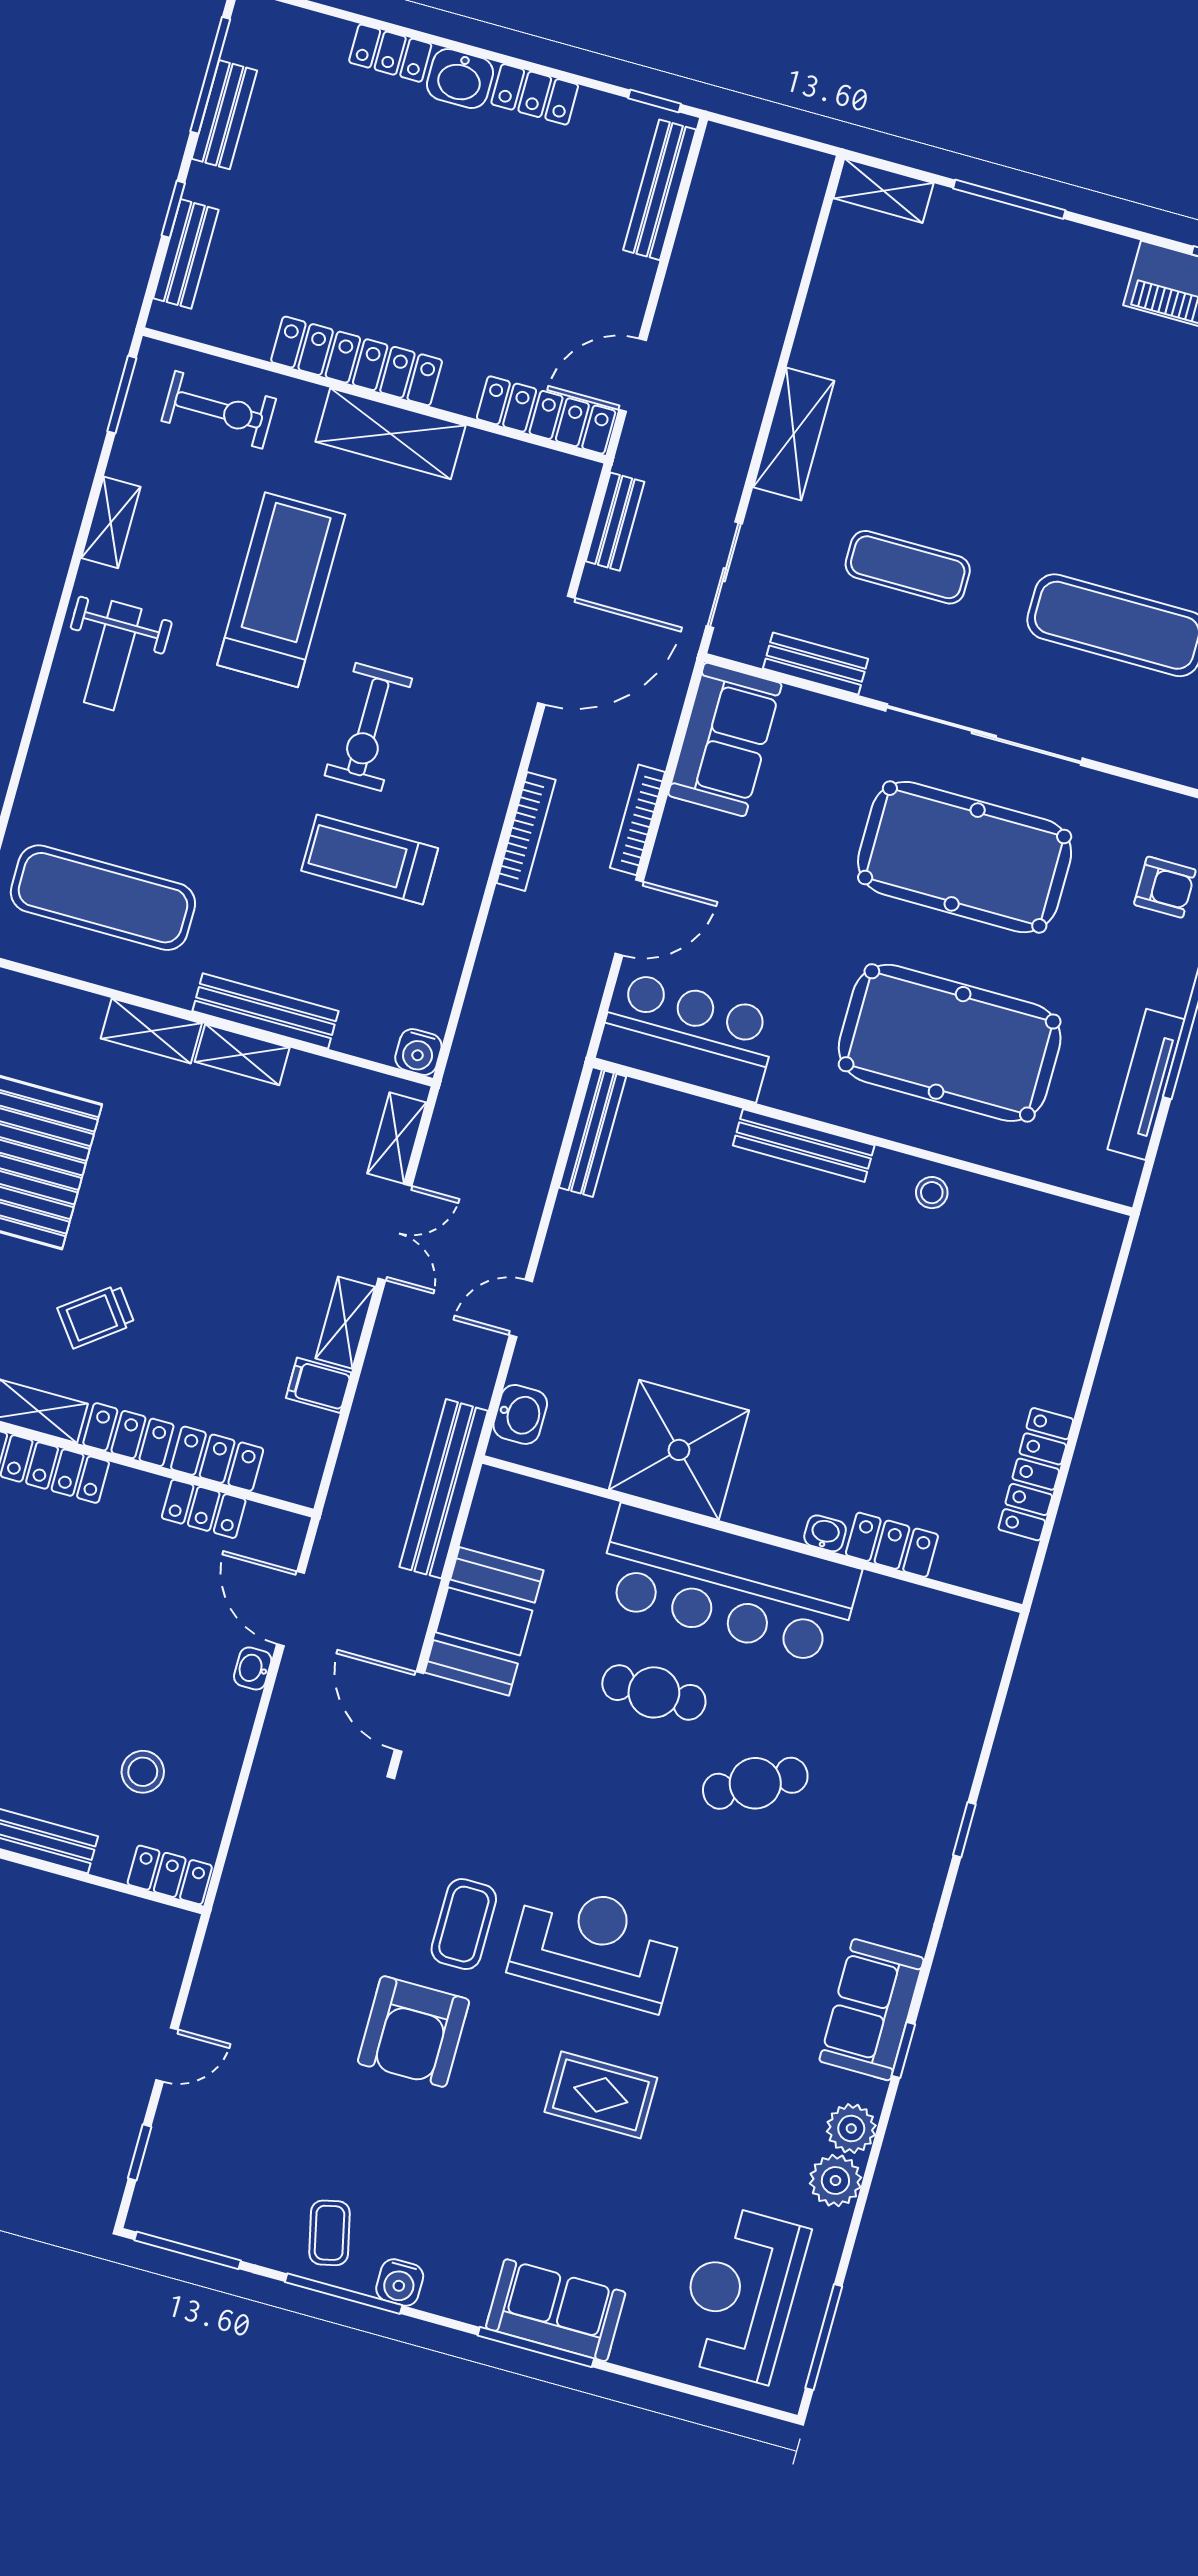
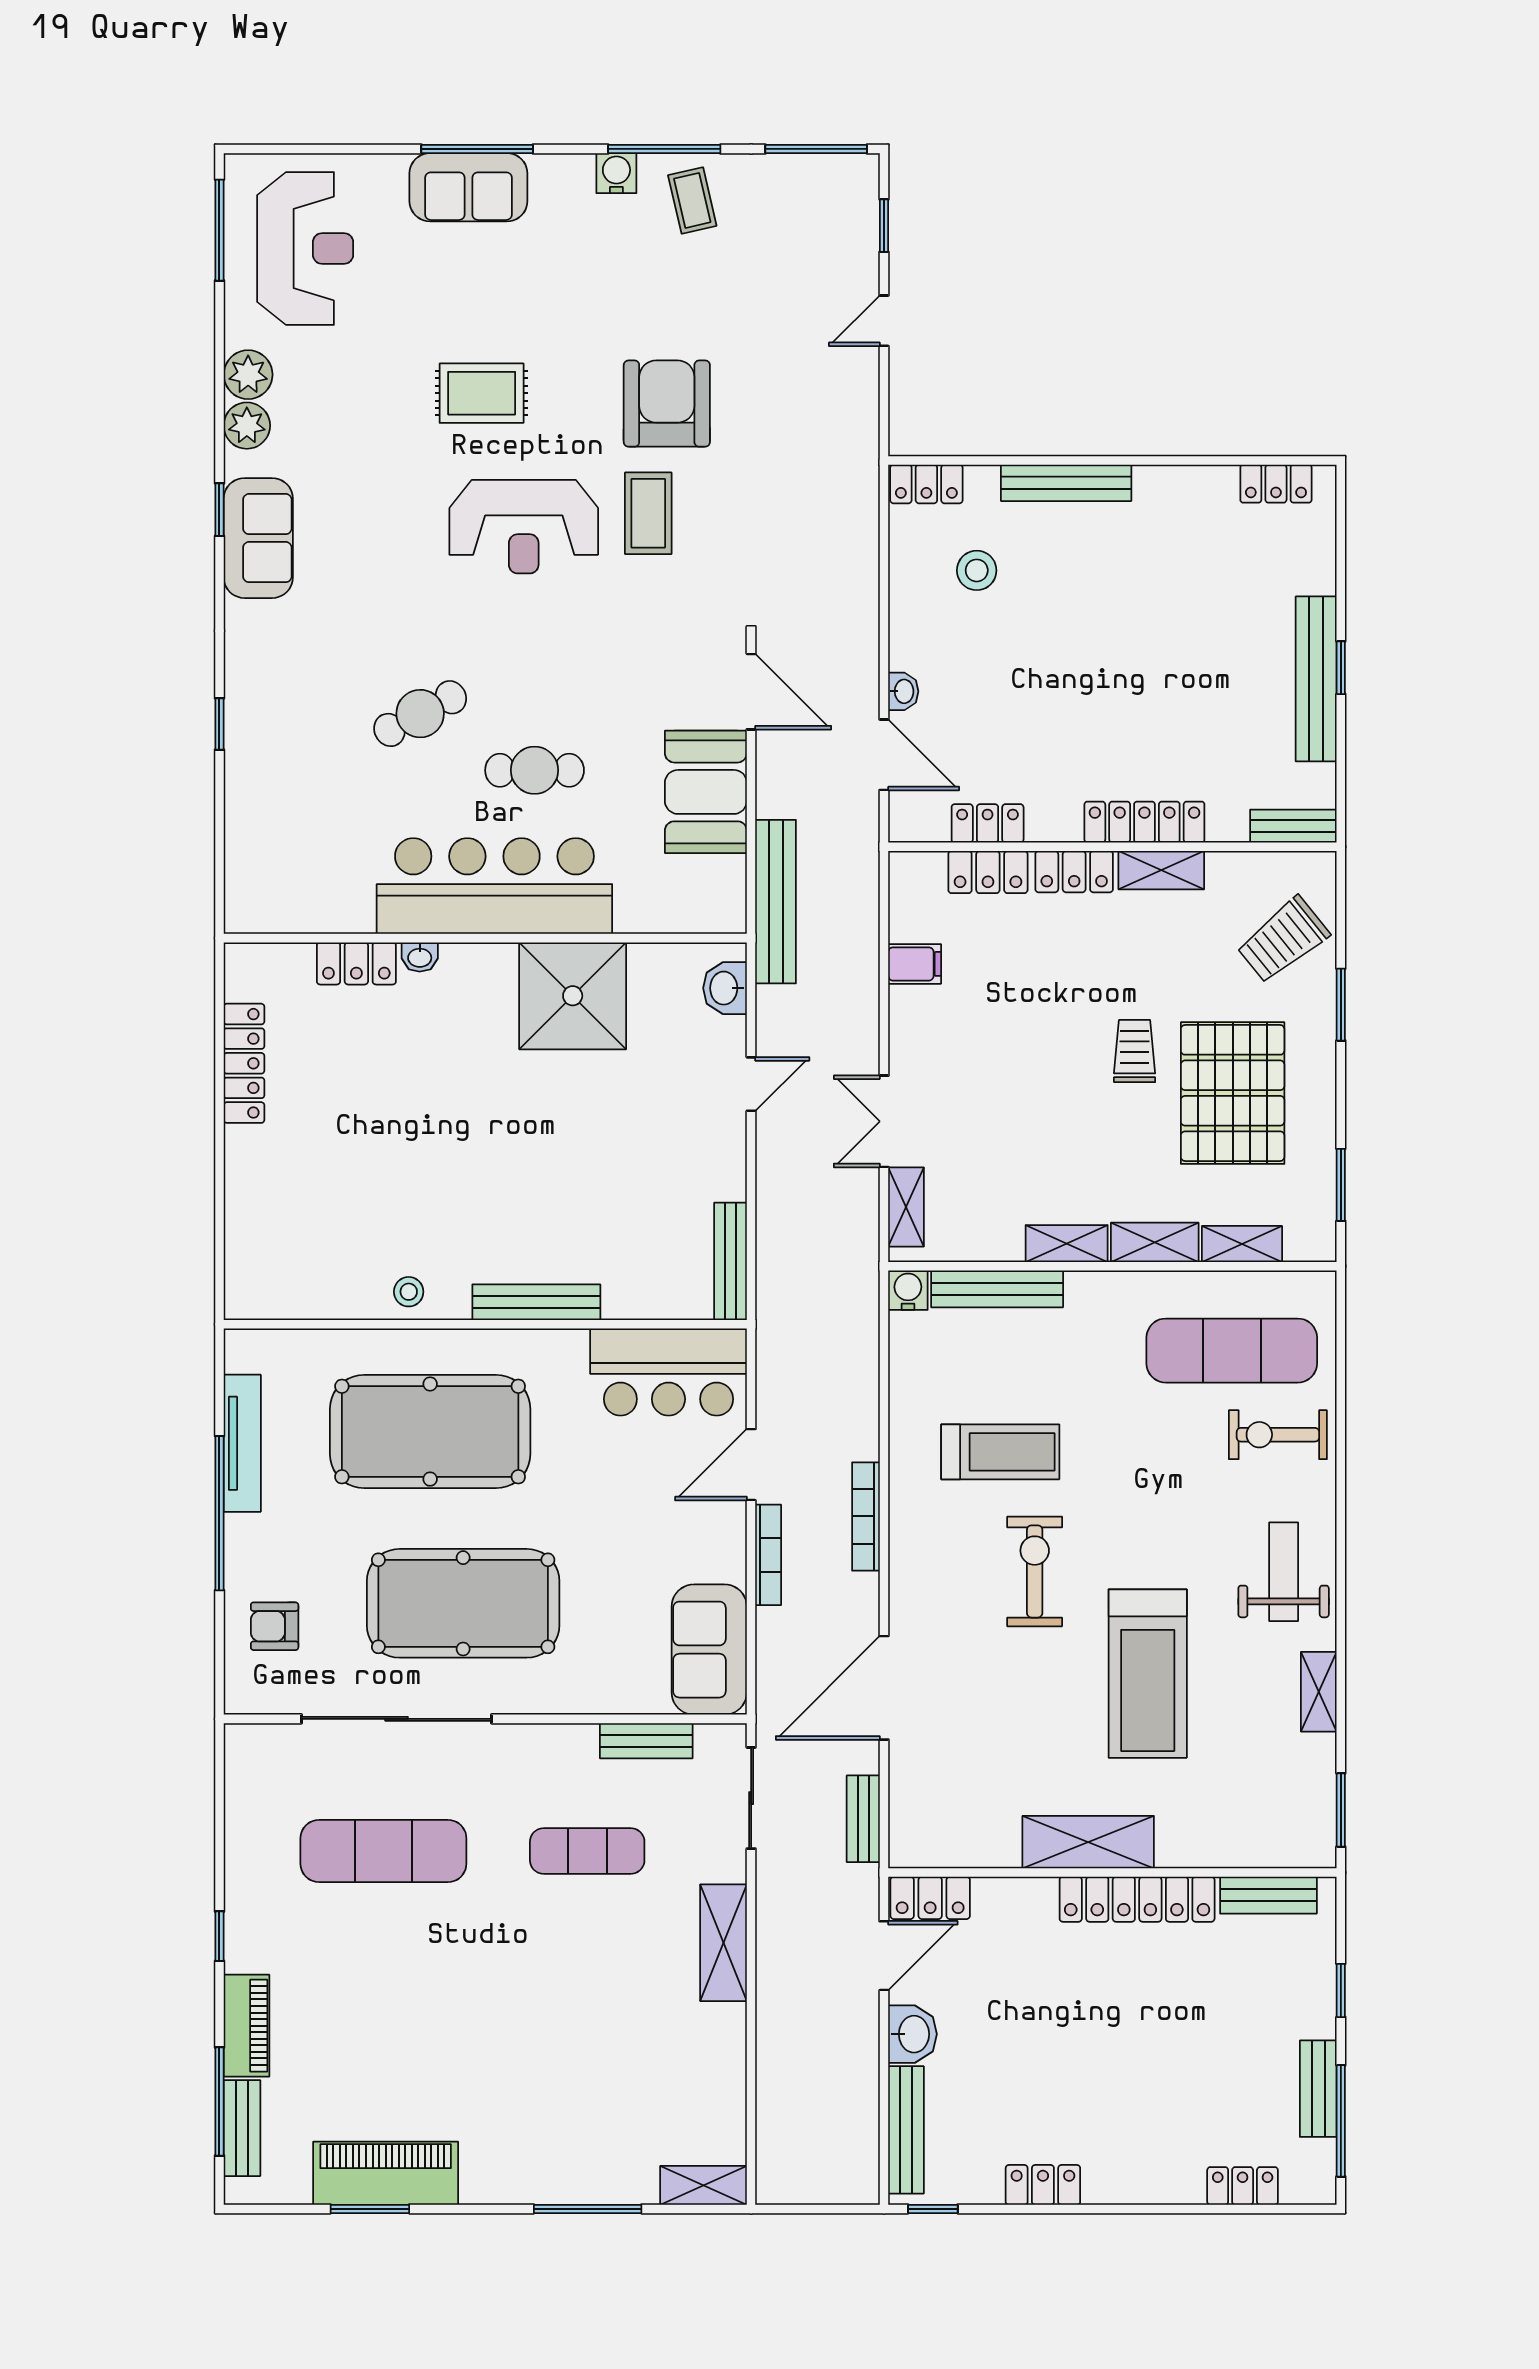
locker: (390, 53) -> (1243, 2186), moved
washbasin: (460, 79) -> (912, 2034), moved, turned 90
bench: (186, 254) -> (1268, 1895), moved, turned 90
exercise bike: (219, 410) -> (1278, 1435), moved
locker: (546, 415) -> (930, 1898), width x0.66
sliding door: (984, 734) -> (397, 1719), moved
bench: (265, 1011) -> (997, 1289), moved
trolley: (96, 1316) -> (1135, 1051), moved, turned -53
shelving: (345, 1323) -> (1242, 1244), moved, turned 90

